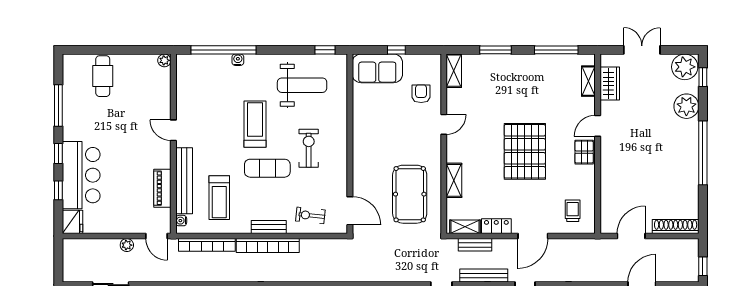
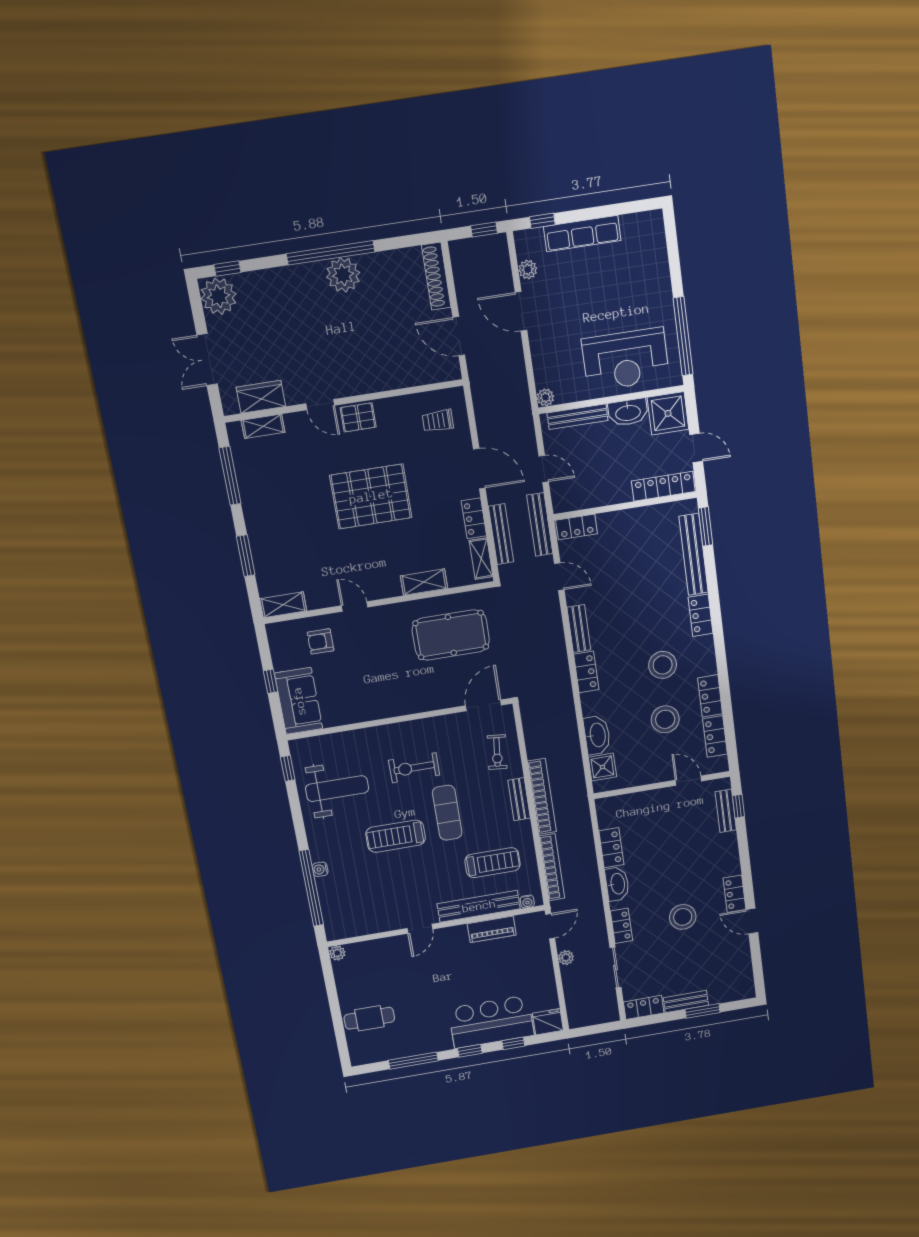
weight bench: (302, 85) -> (337, 789), turned 90
plant: (686, 106) -> (343, 275), moved
bench: (475, 245) -> (501, 534), width x1.36

